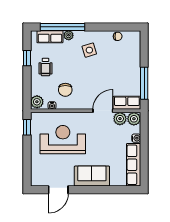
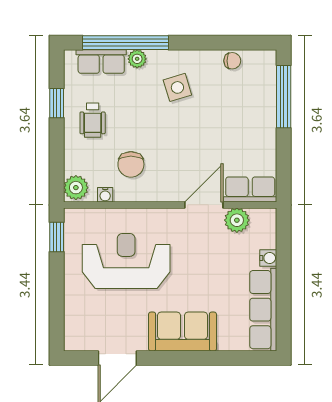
window: (144, 83) -> (284, 97), moved
plant: (134, 119) -> (264, 221), removed

